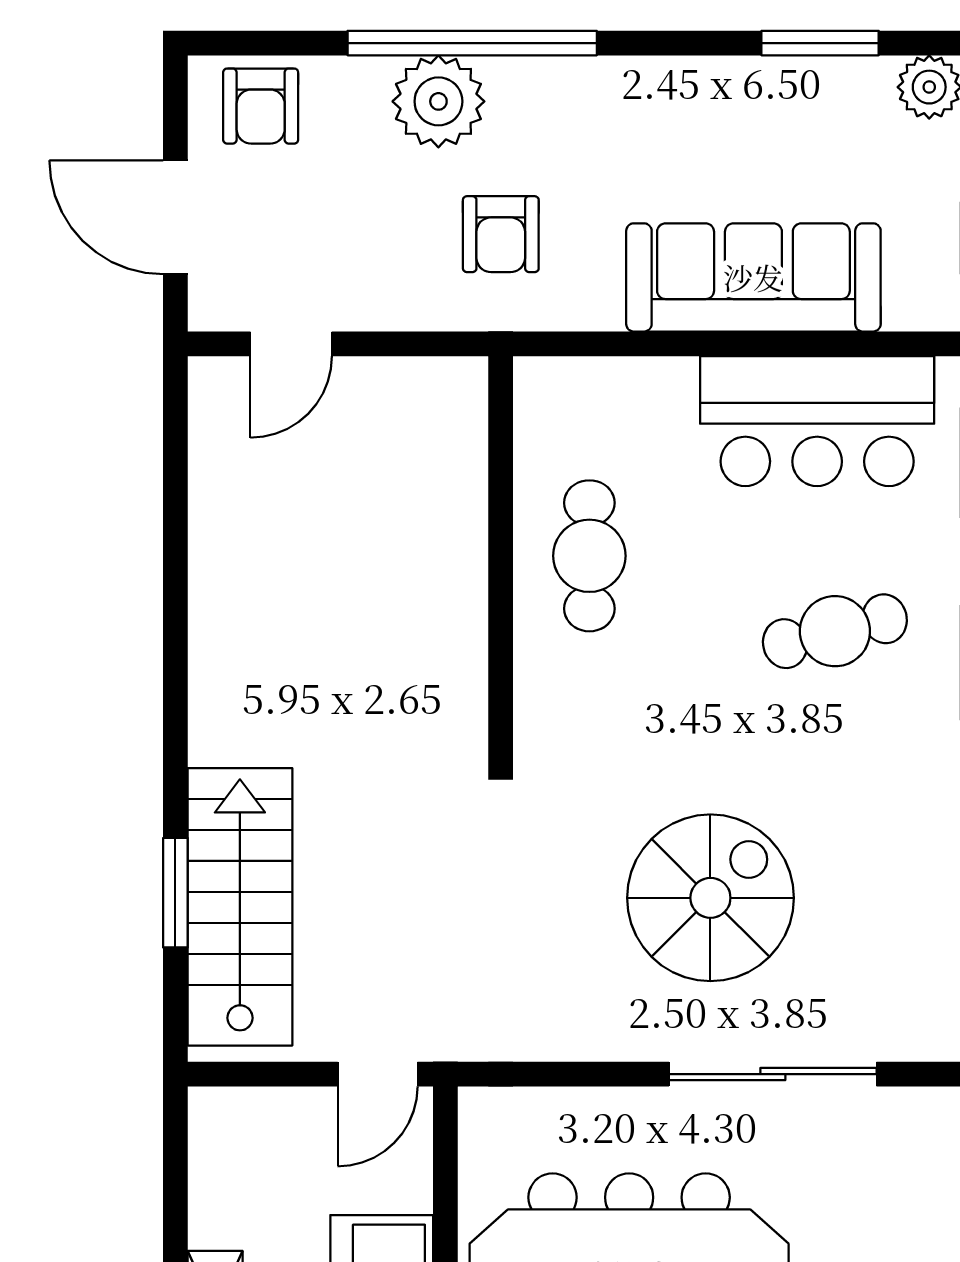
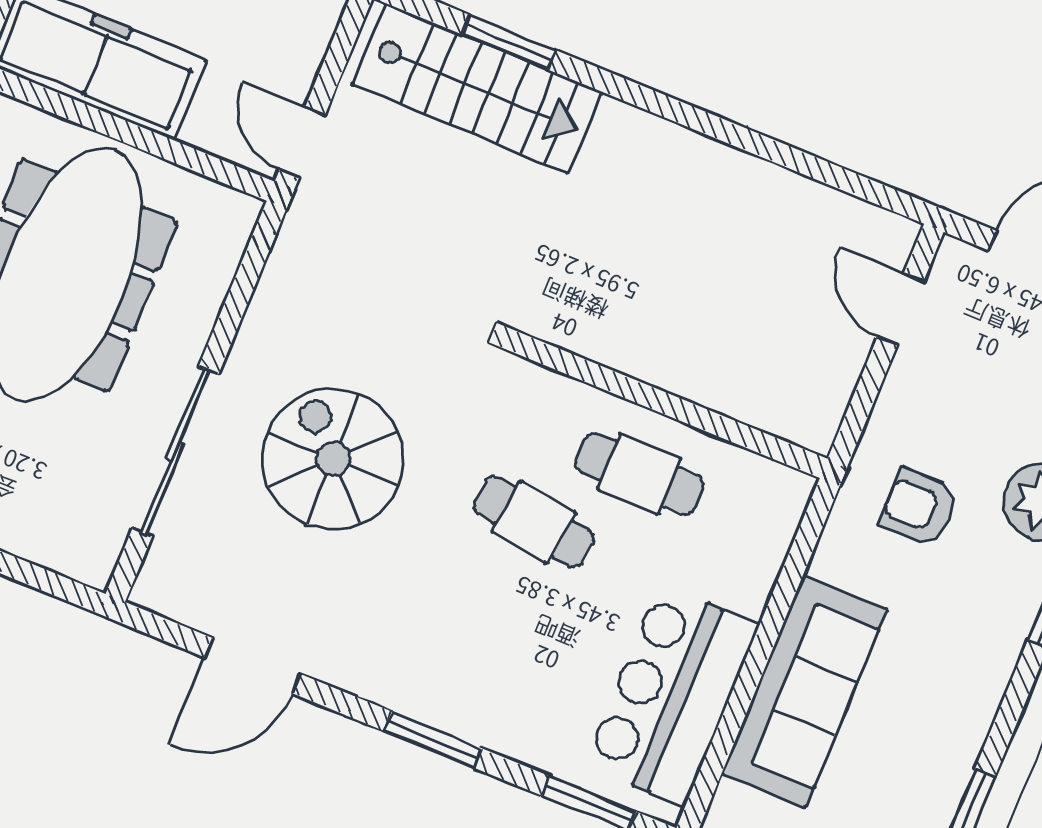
cafe table: (835, 631) -> (534, 522), moved, turned -68
spiral stairs: (710, 898) -> (333, 459), turned 180

